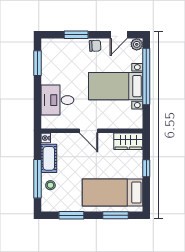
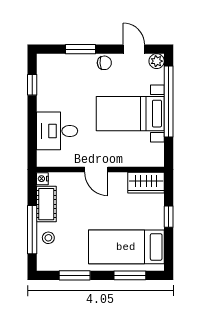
door: (119, 35) -> (134, 49), swing flipped
window: (37, 63) -> (32, 85), width x0.67

